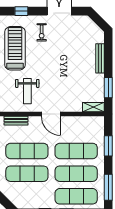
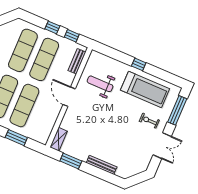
window: (21, 11) -> (177, 110), width x2.17
door: (51, 114) -> (69, 97), hinge flipped

